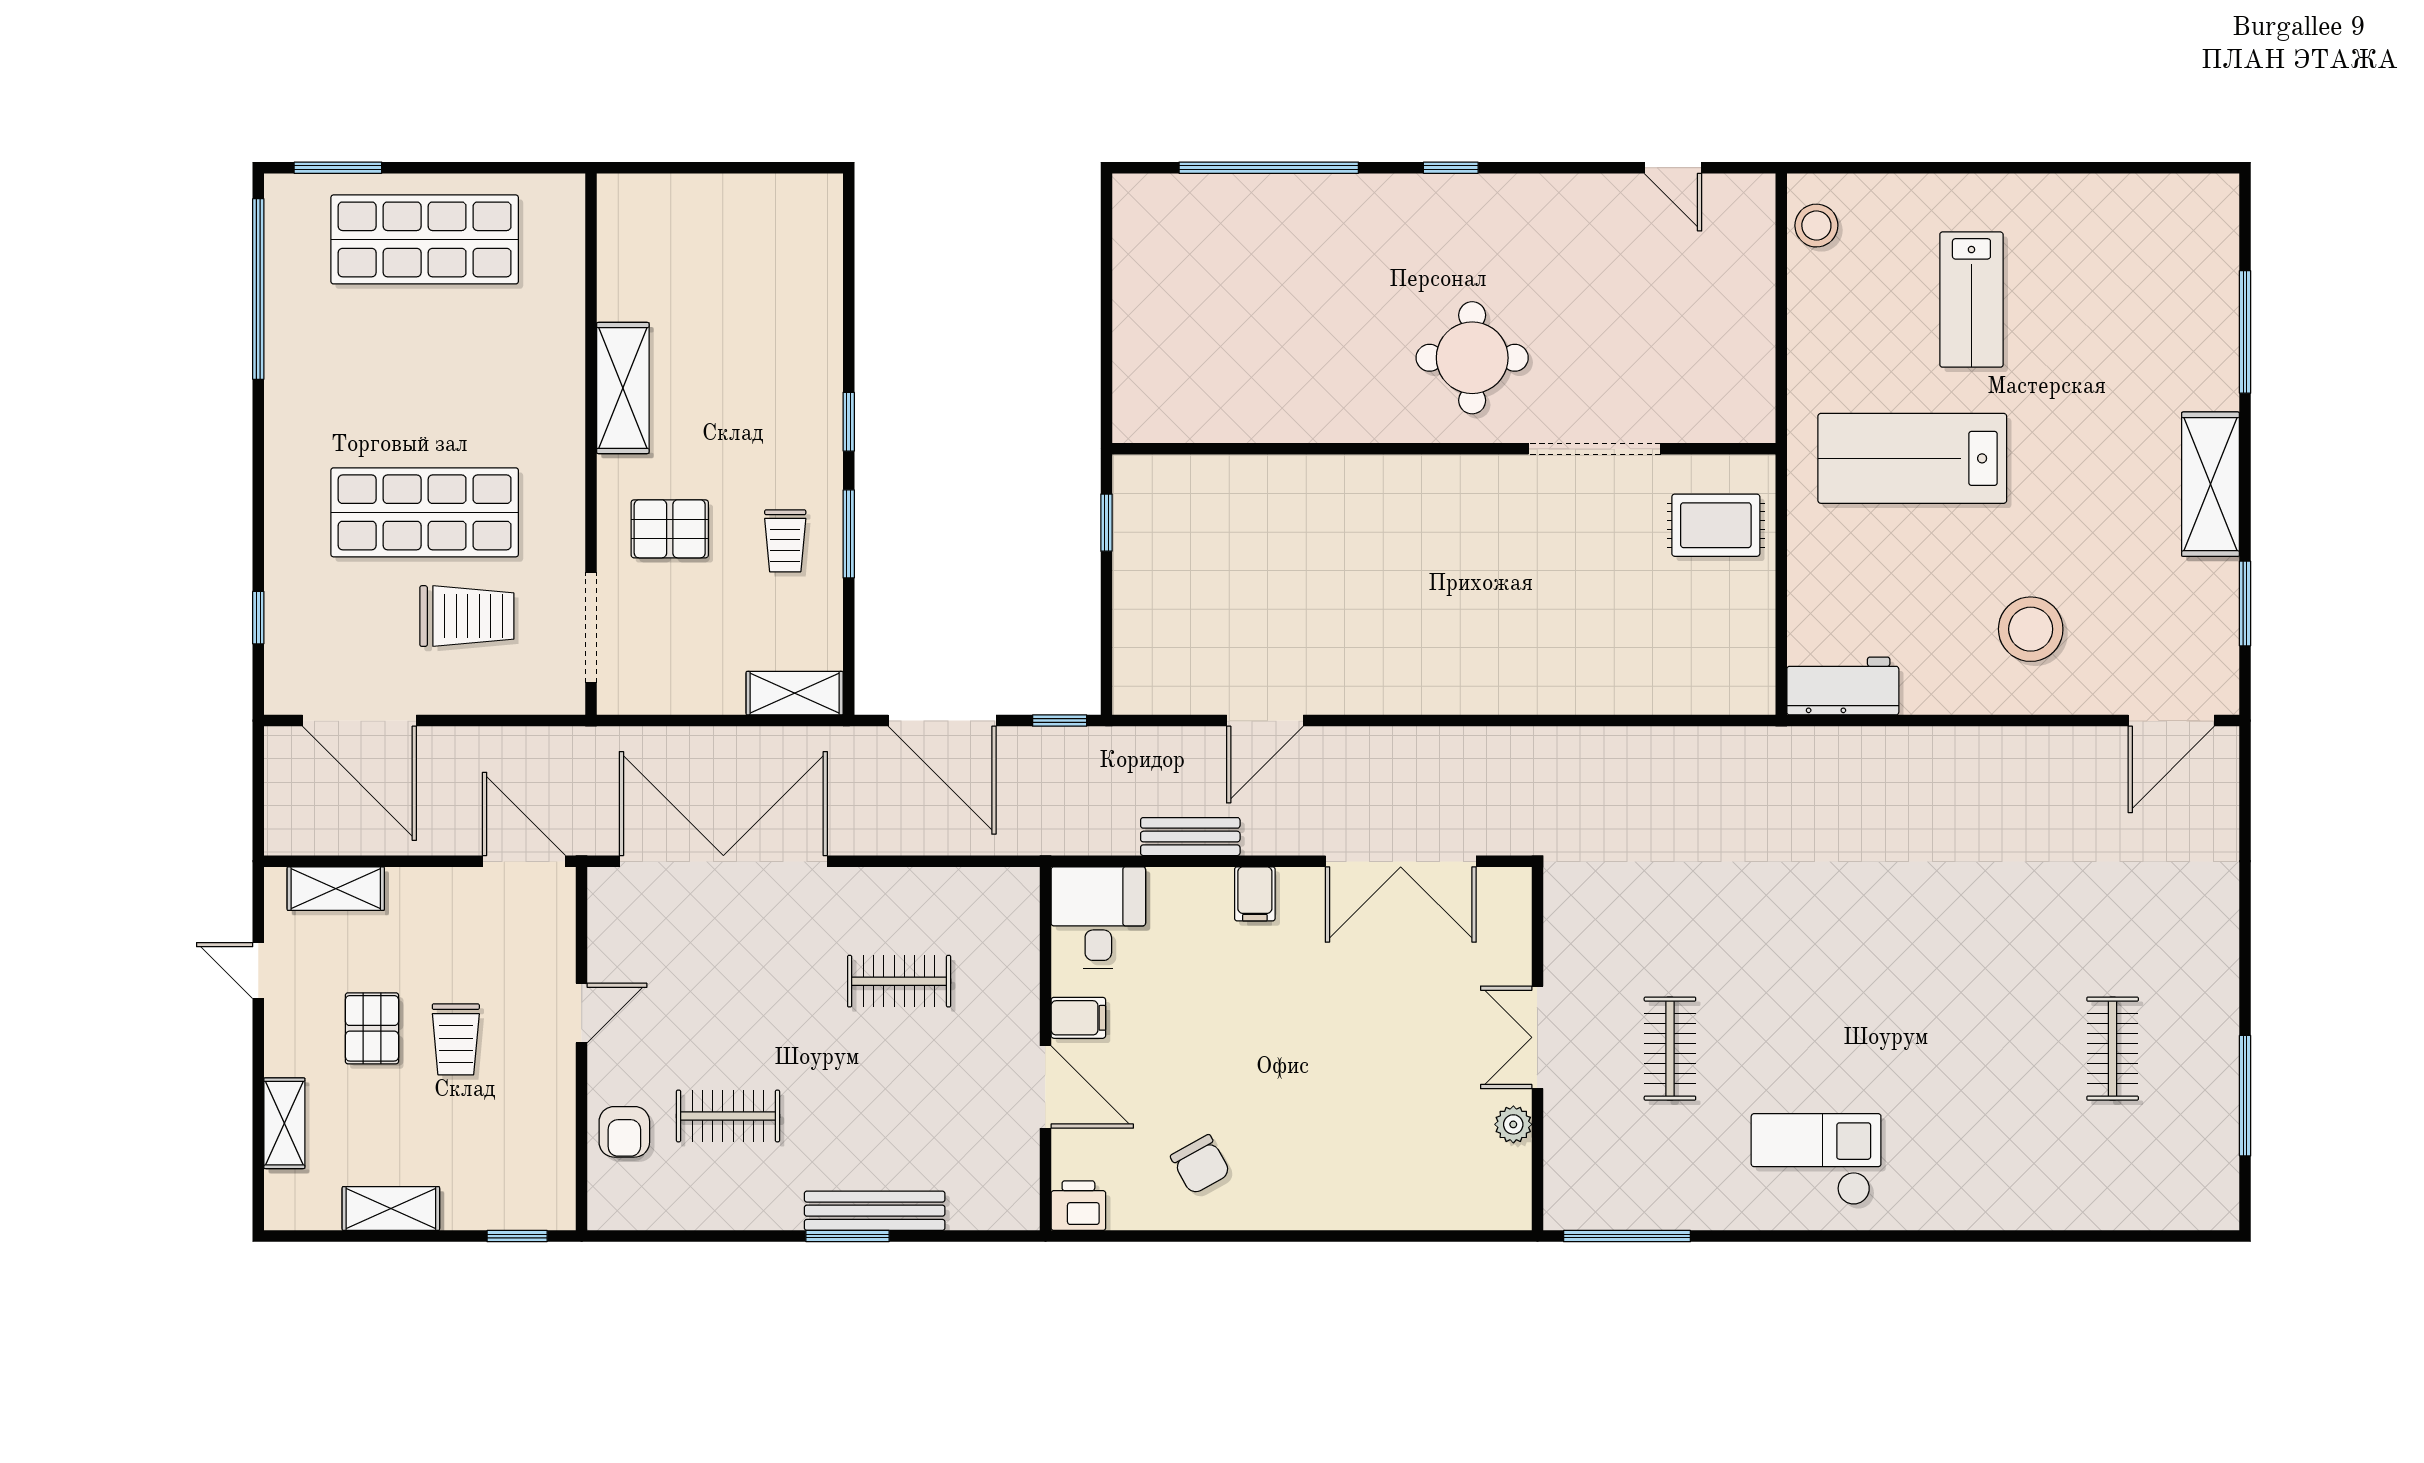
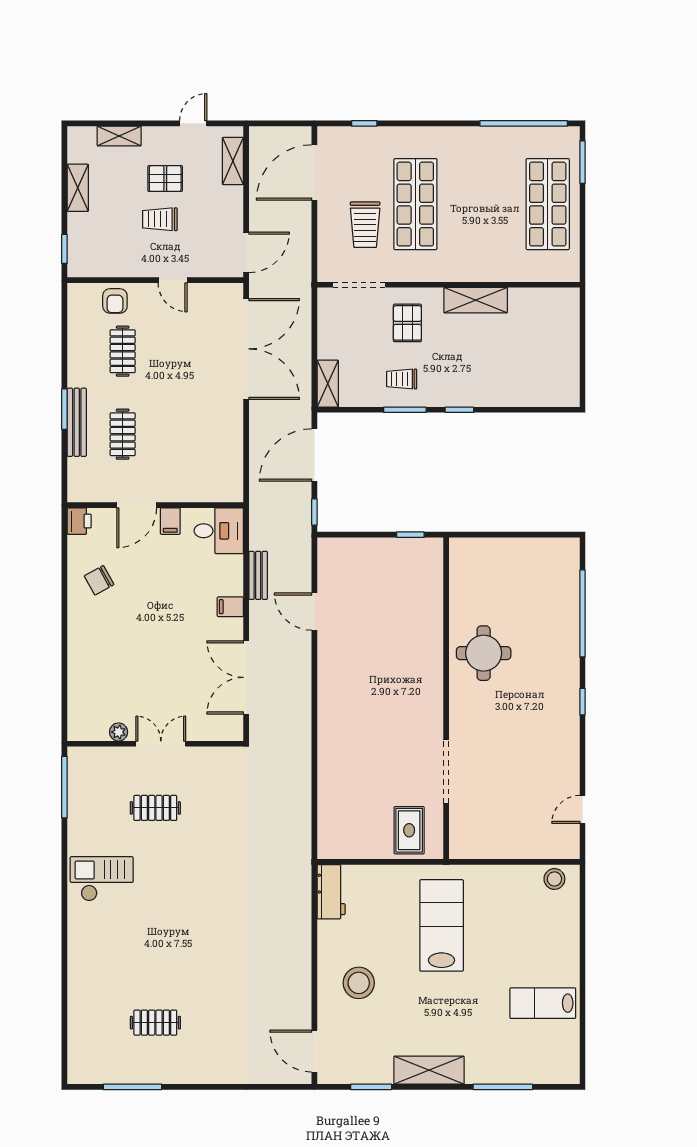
lab bench: (1971, 300) -> (543, 1003), moved
round table: (1472, 358) -> (484, 653), moved
clothes rail: (899, 981) -> (123, 434), moved
armchair: (624, 1132) -> (115, 301), turned -90
checkout: (1816, 1159) -> (102, 879), turned -90

